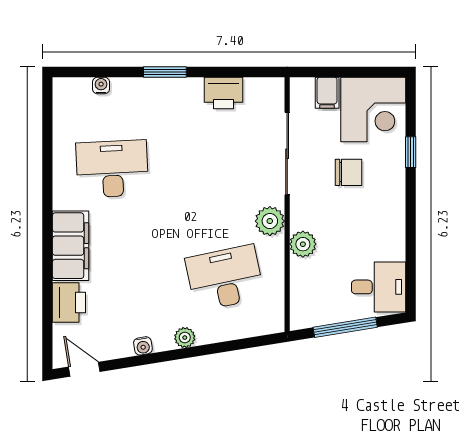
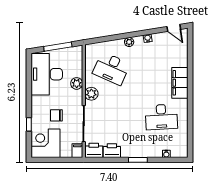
filing cabinet: (327, 93) -> (77, 151), moved
desk: (225, 278) -> (111, 68), turned 36
desk: (379, 287) -> (47, 74), width x1.87, depth x1.30
printer: (69, 303) -> (94, 150), moved, turned 90

